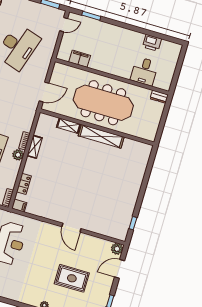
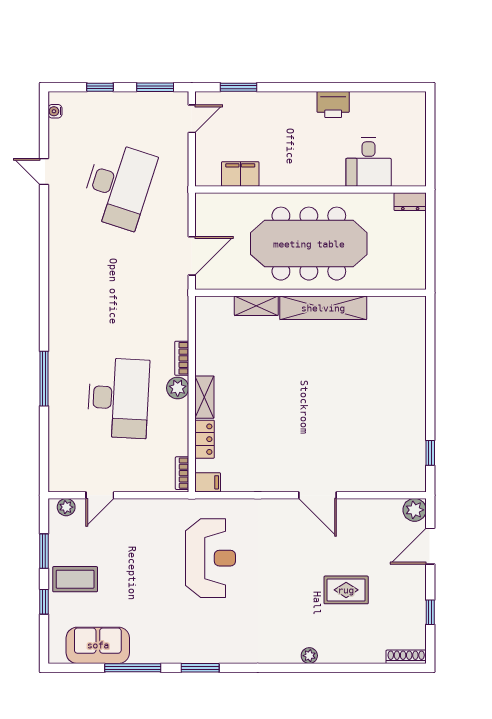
printer: (152, 43) -> (333, 105), moved
shelving: (35, 147) -> (204, 397), moved
rug: (72, 278) -> (346, 590), width x0.73, depth x0.70

